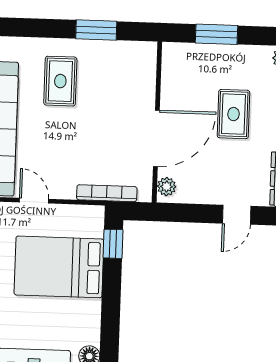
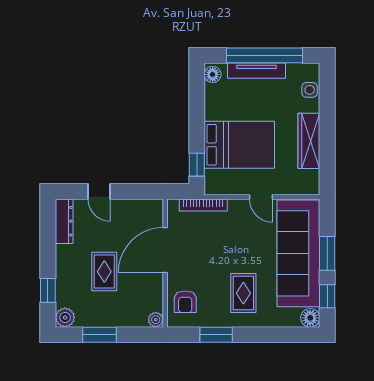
window: (216, 34) -> (99, 335), moved
armchair: (134, 73) -> (185, 302), added
plant: (167, 187) -> (156, 320), moved
door: (237, 215) -> (99, 191), swing flipped

